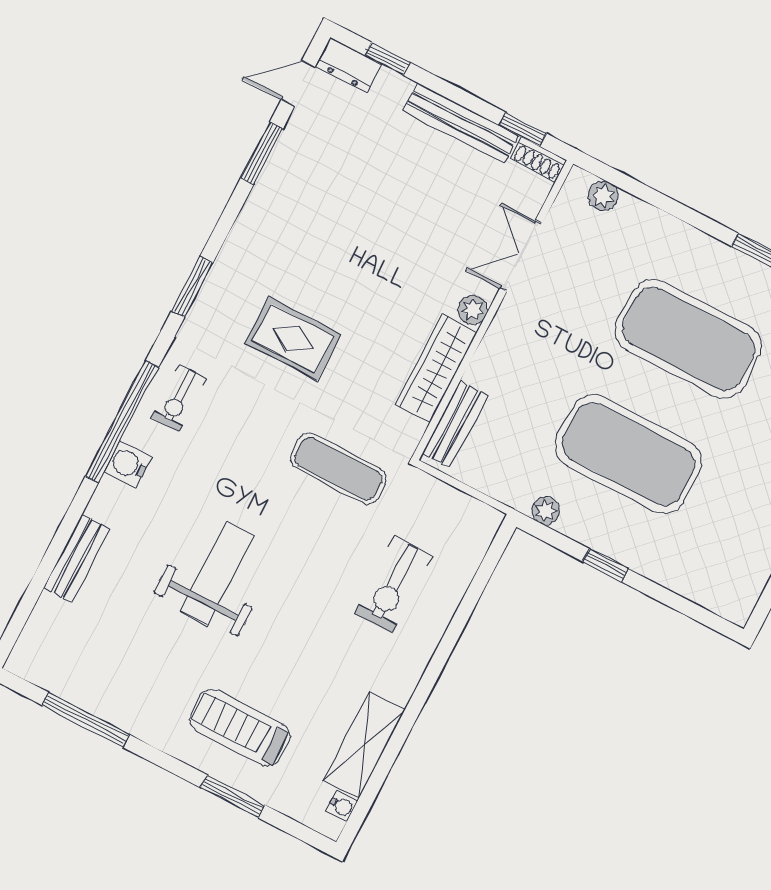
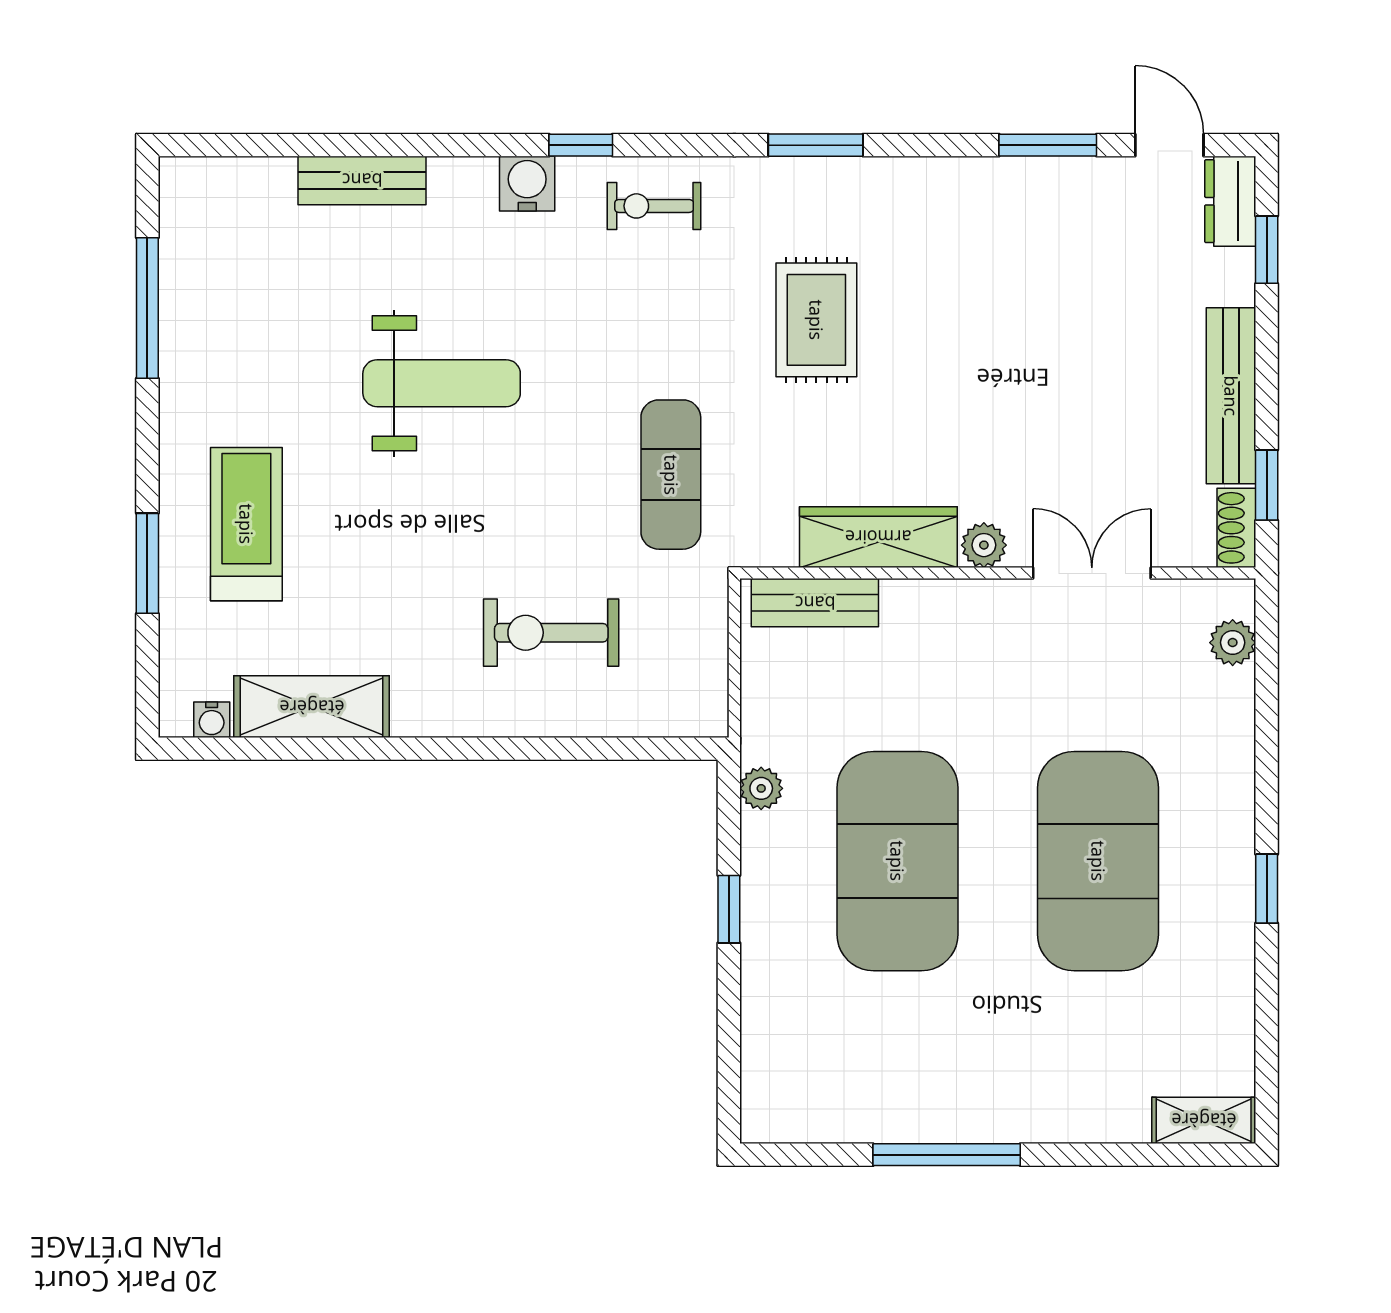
window: (122, 422) -> (581, 145), width x0.32

